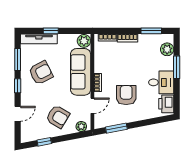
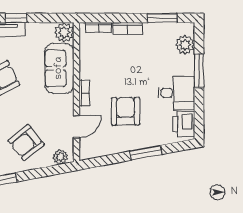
sofa: (81, 72) -> (59, 68), width x0.73
armchair: (58, 117) -> (26, 143), turned 110
window: (116, 128) -> (146, 153), moved

